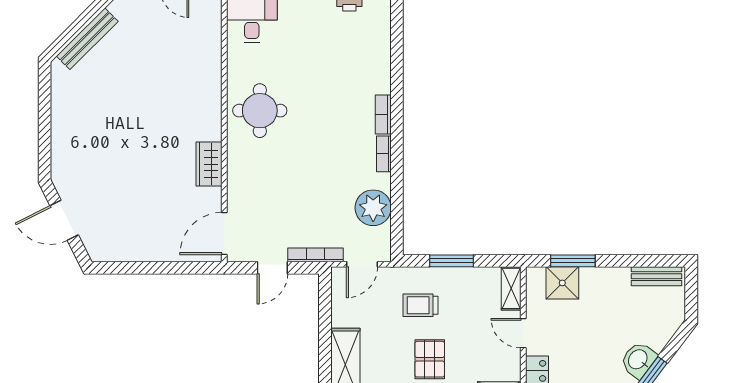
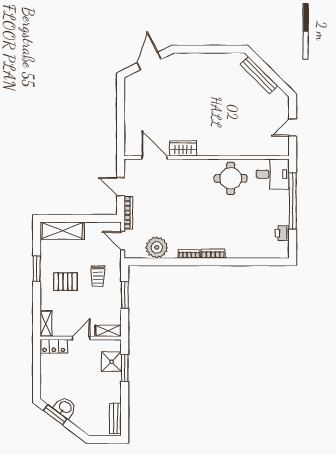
round table: (260, 111) -> (231, 178), moved
door: (224, 234) -> (154, 158), moved
trolley: (421, 305) -> (98, 276), turned 180

